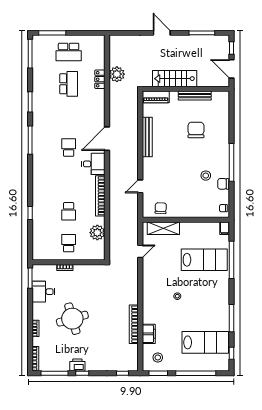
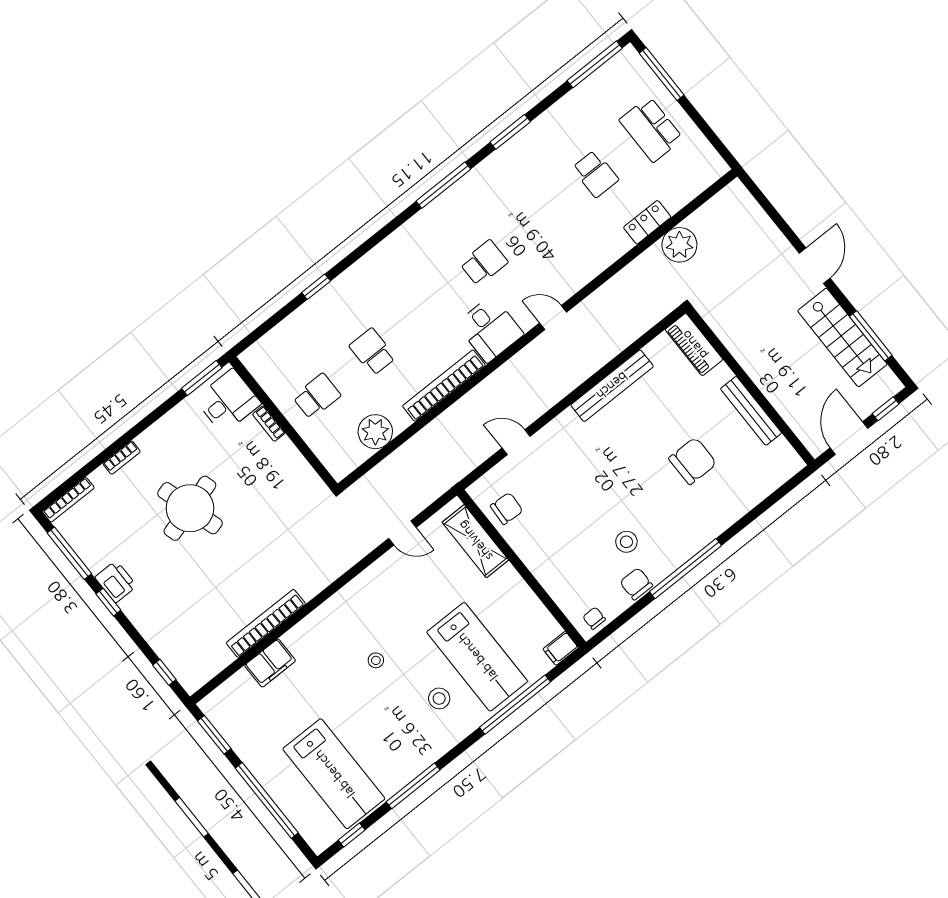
stairs: (175, 79) -> (842, 337), moved, turned 180
school desk: (69, 84) -> (595, 174), width x0.54
door: (107, 139) -> (553, 317), width x0.53
school desk: (69, 211) -> (372, 352), turned 90
desk: (44, 292) -> (228, 401), moved, turned 90
stool: (158, 357) -> (439, 698), moved

